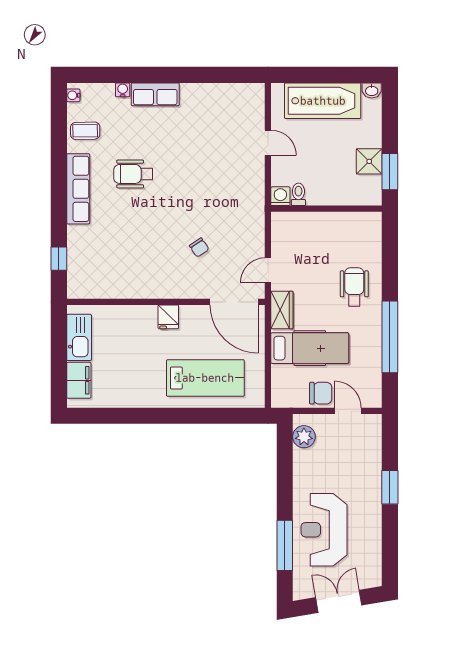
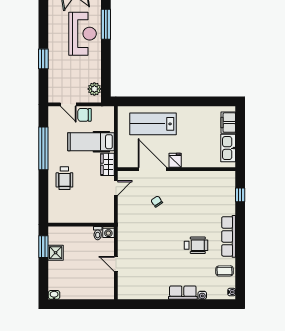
bathtub: (323, 101) -> (83, 289), removed
door: (234, 302) -> (152, 169), moved

